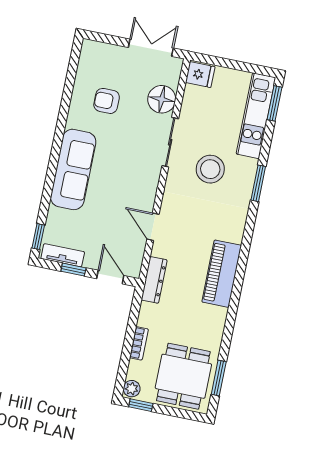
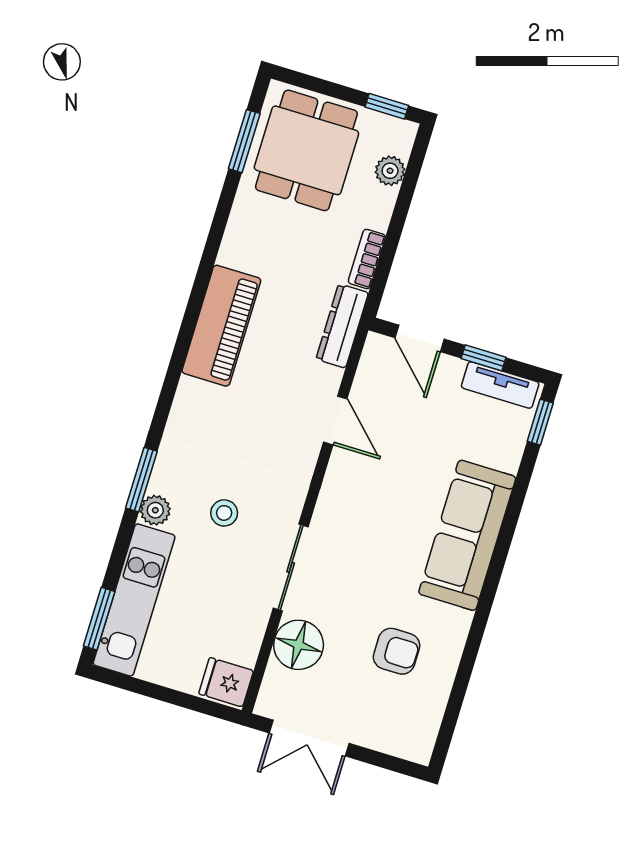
plant: (249, 167) -> (155, 510), added
stool: (210, 169) -> (224, 513), width x0.53, depth x0.53
bookcase: (139, 343) -> (367, 259), moved
plant: (132, 389) -> (390, 171), moved

